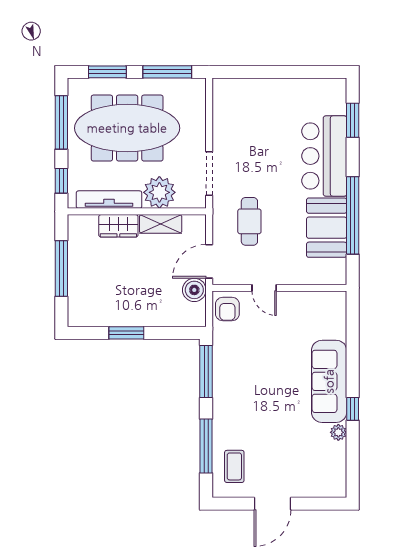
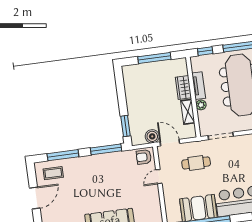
plant: (159, 192) -> (201, 105), width x0.53, depth x0.53
tv unit: (109, 200) -> (199, 86), width x0.71
window: (126, 333) -> (126, 126), moved
door: (272, 504) -> (35, 198), swing flipped

